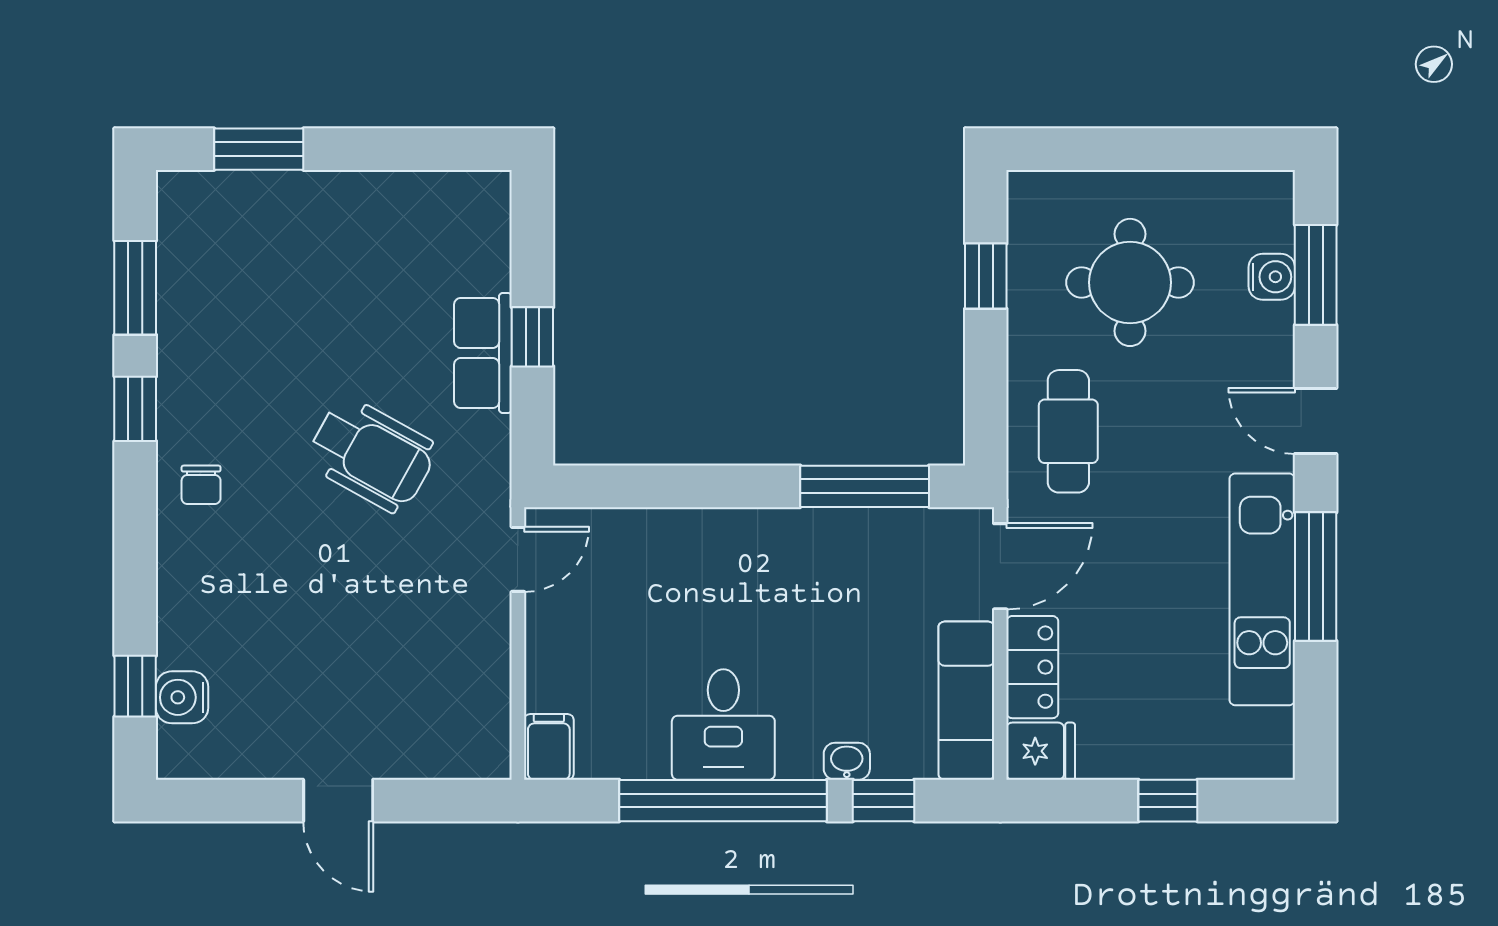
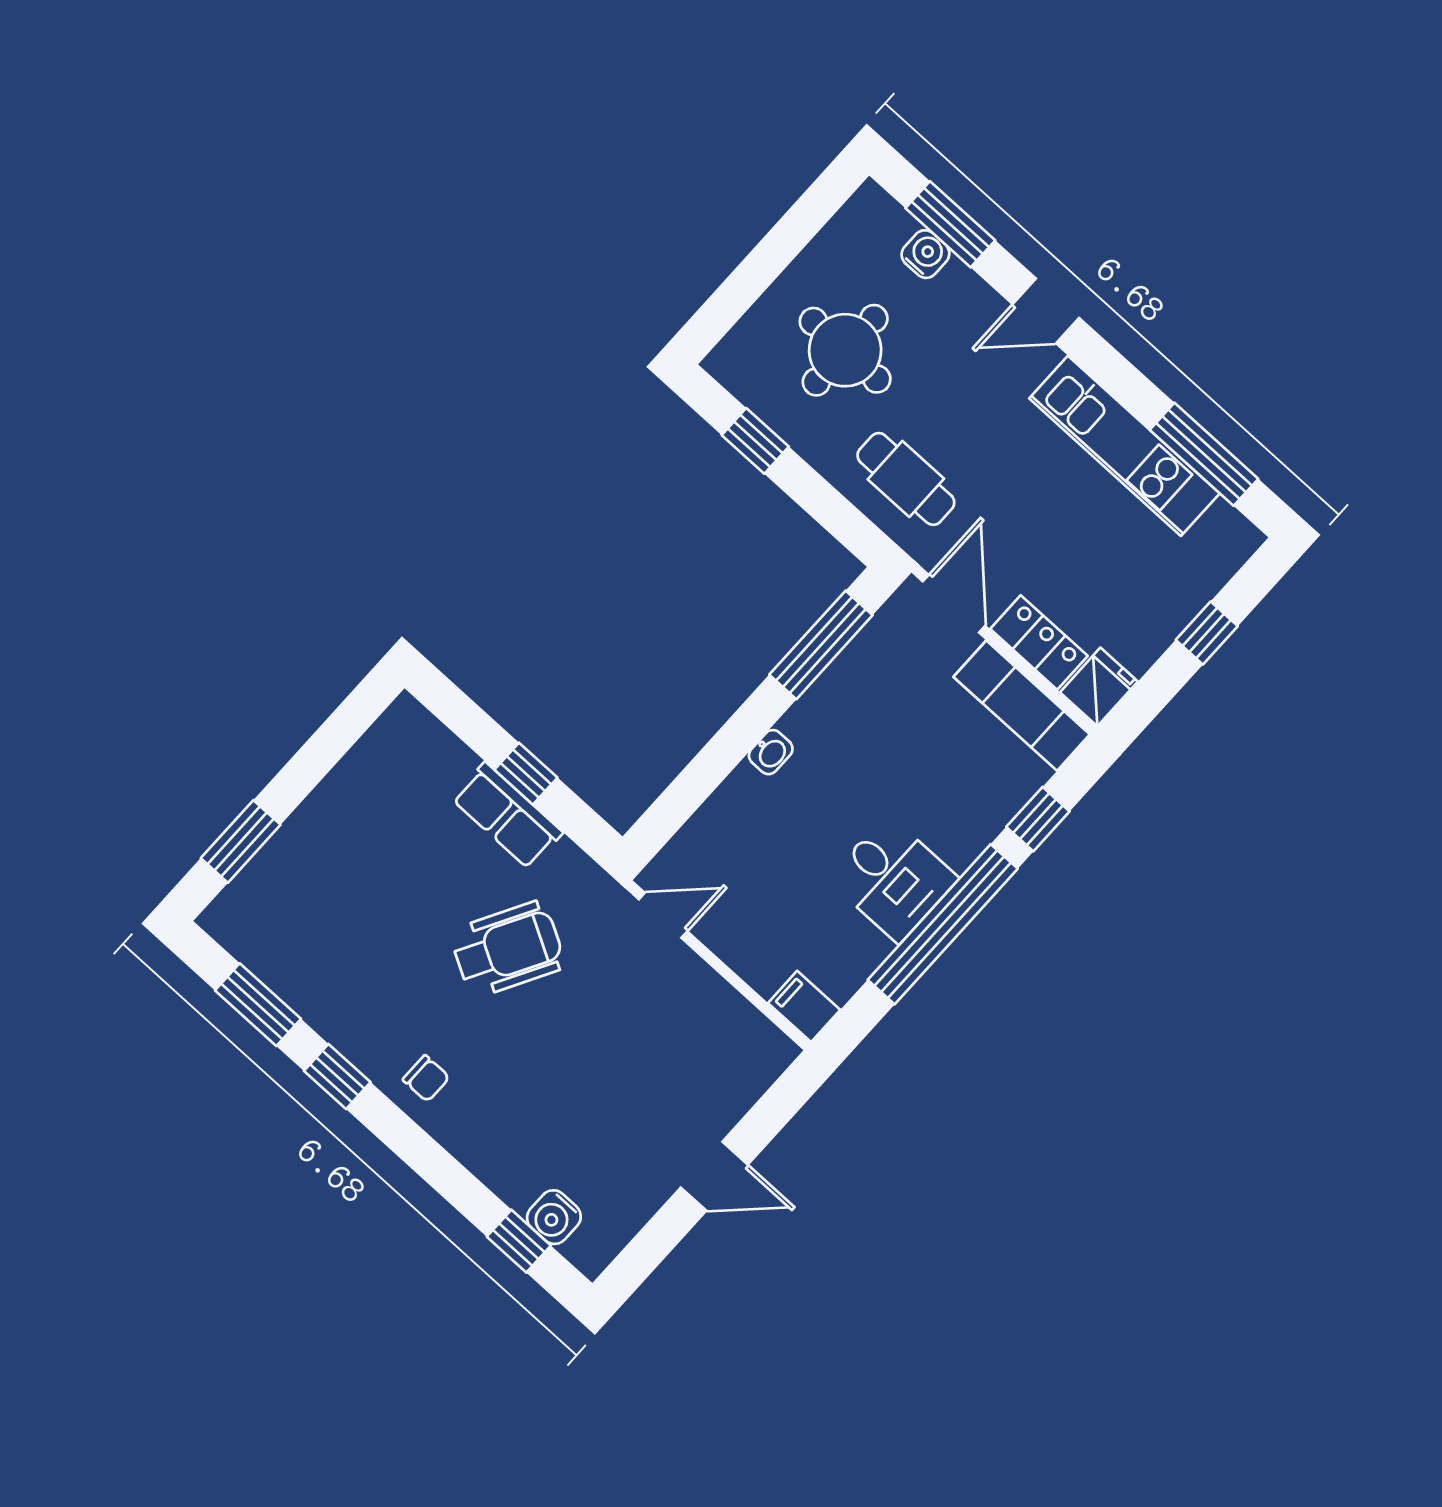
door: (518, 559) -> (663, 915), hinge flipped
window: (1316, 577) -> (1204, 454), moved
washbasin: (847, 761) -> (771, 752), moved, turned 180

